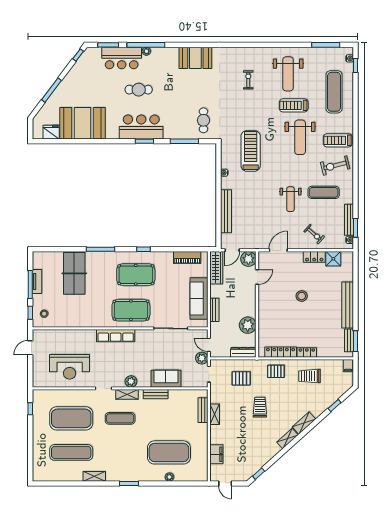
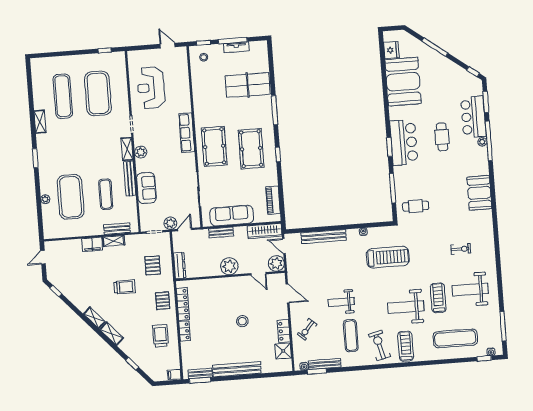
plant: (248, 325) -> (229, 266), moved
bench: (156, 394) -> (130, 179), width x1.36
exercise mat: (120, 418) -> (106, 194), moved
filing cabinet: (216, 454) -> (92, 244), moved

